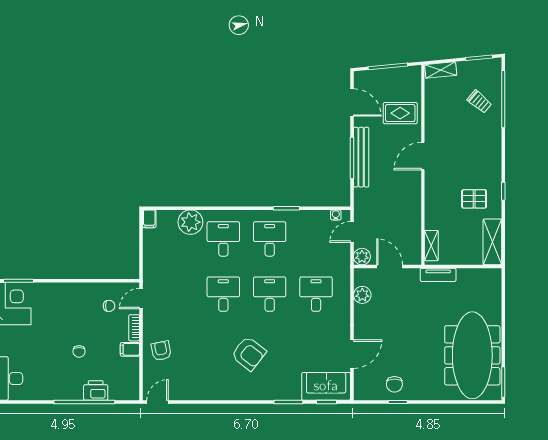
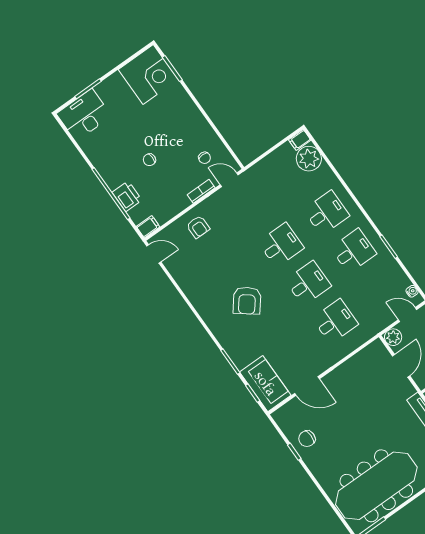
plant: (190, 222) -> (309, 159), moved
plant: (362, 295) -> (362, 360), removed
filing cabinet: (130, 349) -> (148, 227), moved, turned 90
armchair: (161, 351) -> (198, 227), turned 101

